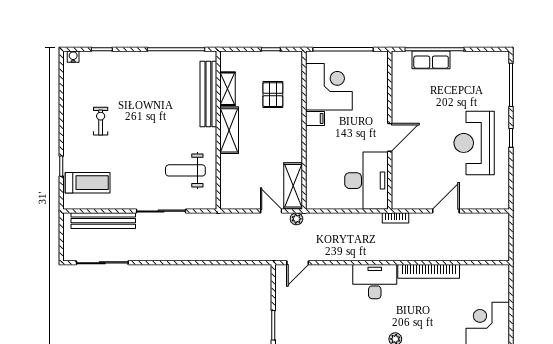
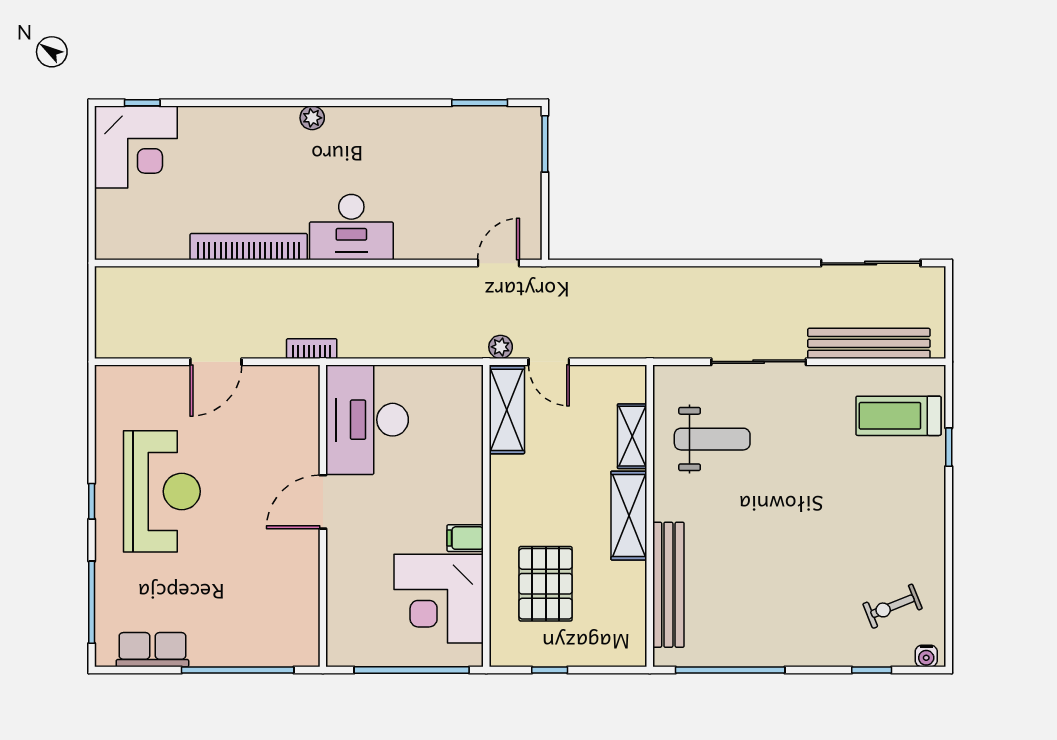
row of seats: (431, 60) -> (152, 650), moved
shelving: (227, 89) -> (632, 436), moved
pallet: (273, 95) -> (546, 584), width x1.50, depth x1.42
exercise bike: (101, 121) -> (893, 606), moved, turned 68

